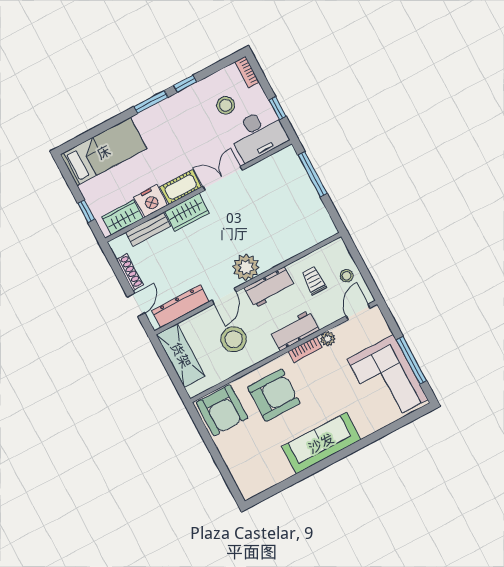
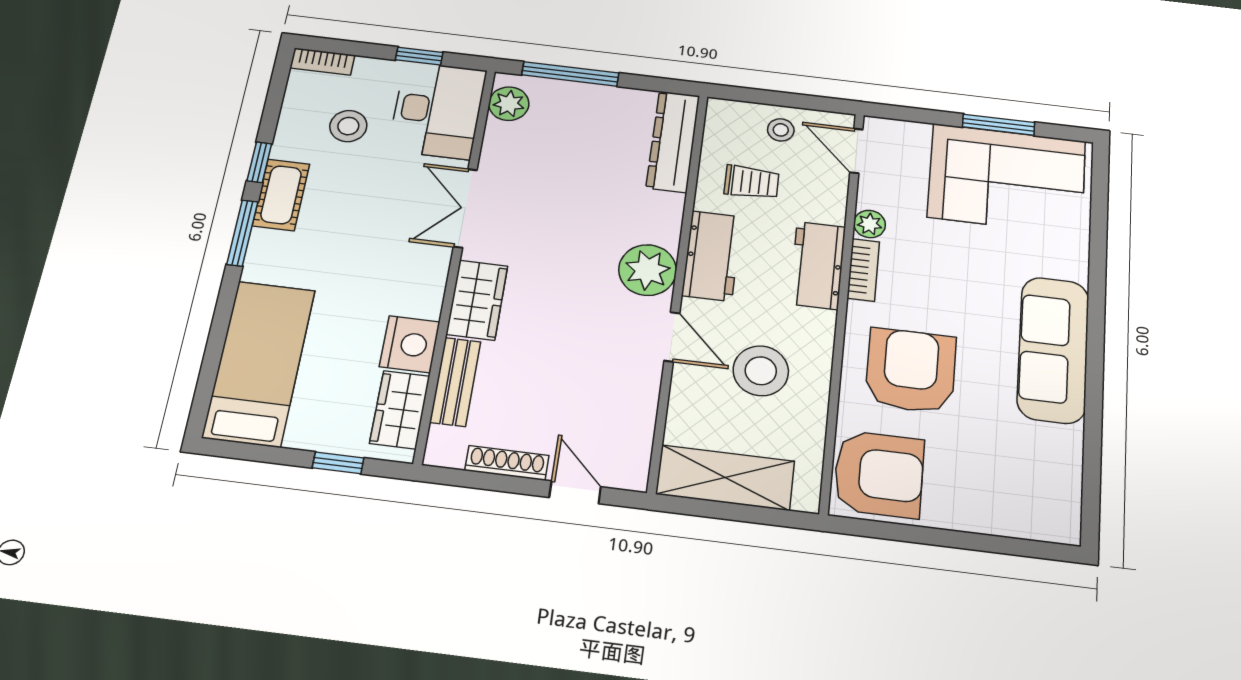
plant: (281, 160) -> (509, 104), added
cot: (181, 187) -> (281, 195), moved
trolley: (314, 280) -> (752, 182), turned 180
dresser: (181, 306) -> (673, 141), moved
window: (411, 360) -> (999, 125), width x0.69

